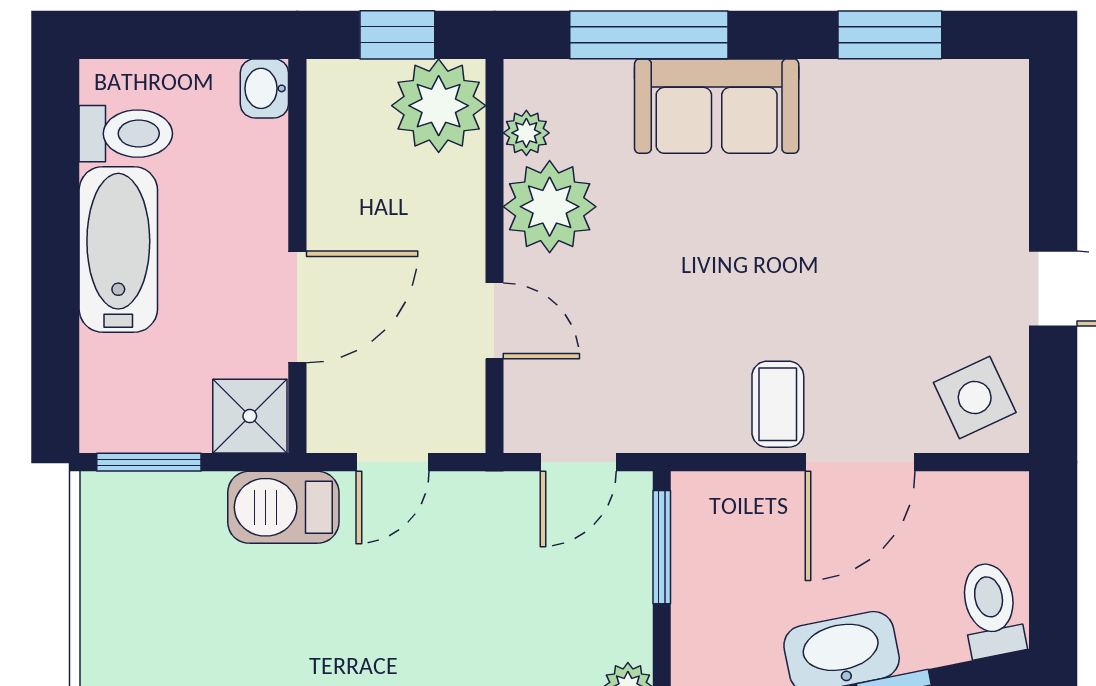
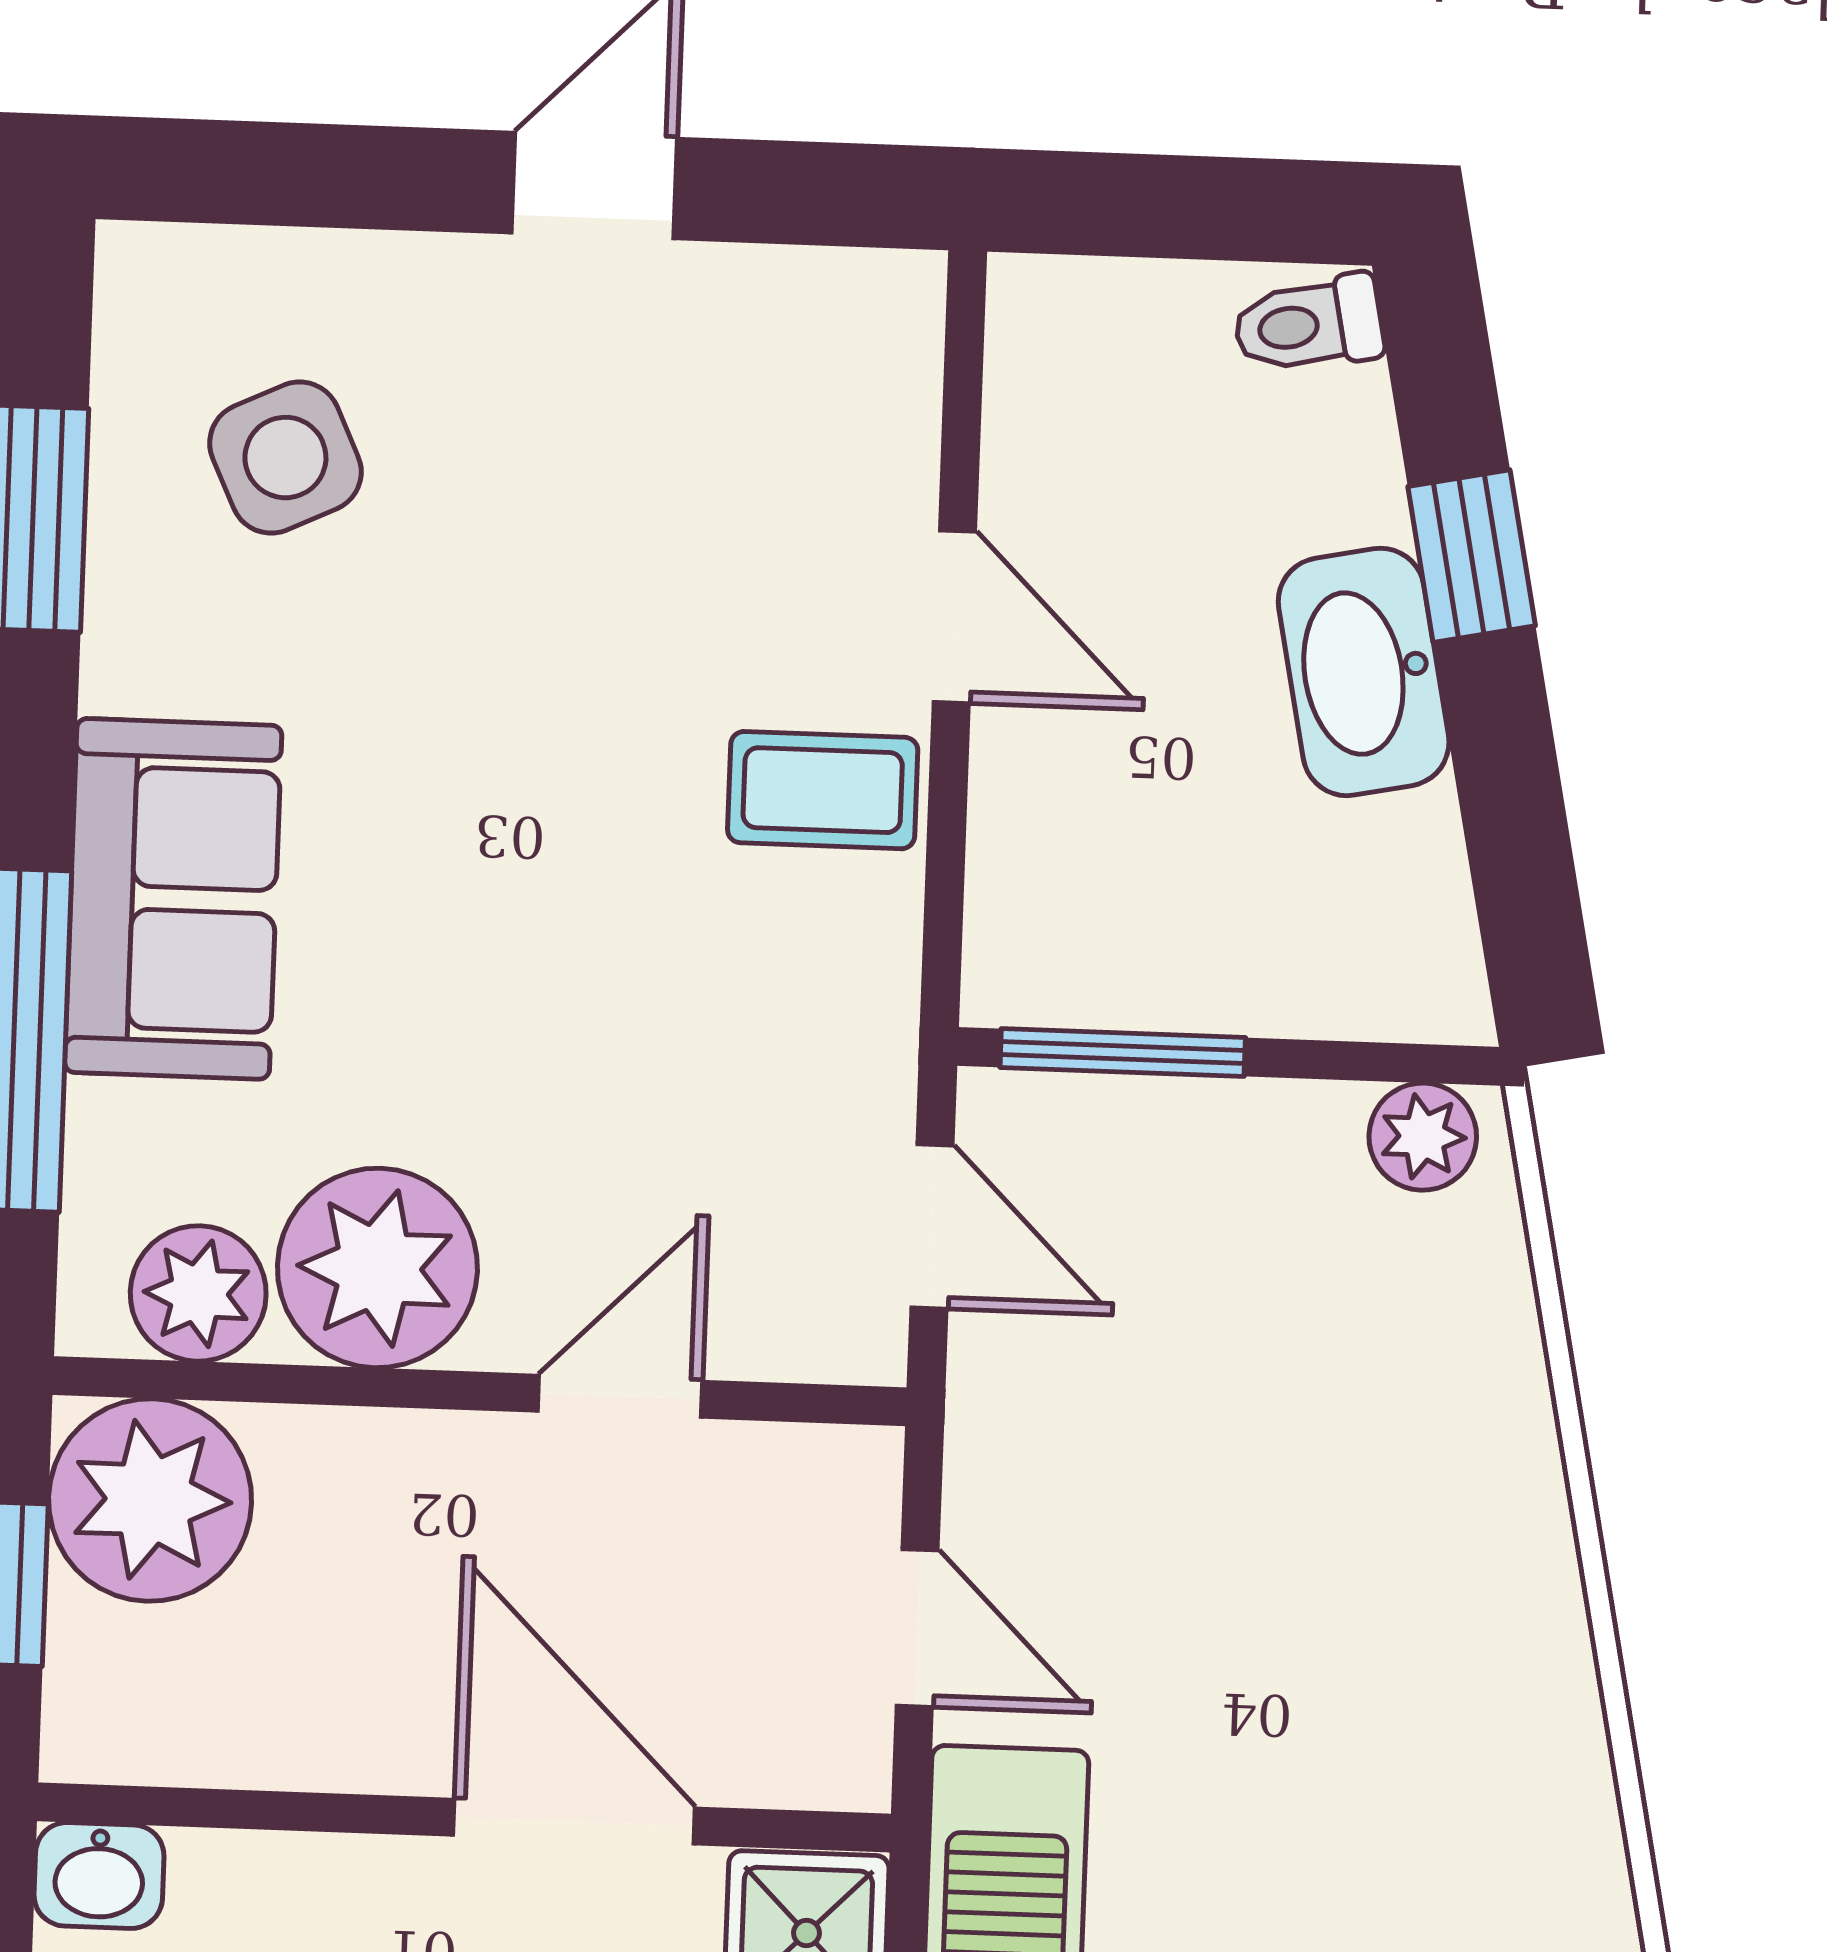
plant: (526, 133) -> (198, 1293), width x1.38, depth x1.38
side table: (975, 398) -> (285, 458), moved
door: (860, 462) -> (954, 617), width x0.73
toilet: (991, 610) -> (1308, 325), width x0.73, depth x0.72

